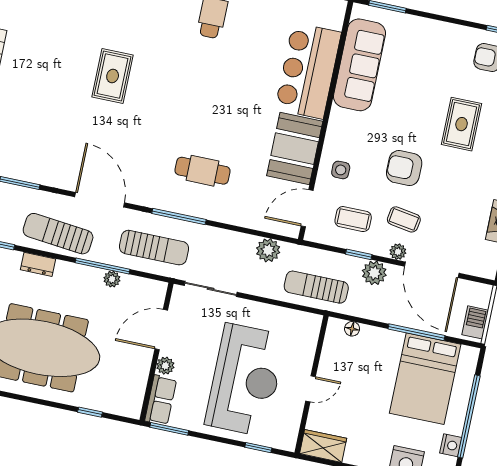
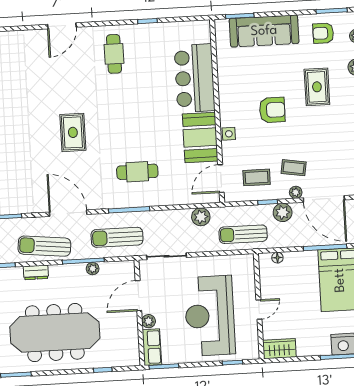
sofa: (360, 65) -> (264, 31), moved, turned 90
rug: (113, 76) -> (73, 132), moved
armchair: (404, 168) -> (272, 110), moved, turned 180
side table: (341, 170) -> (229, 134), moved
sun lounger: (154, 248) -> (117, 237), turned 180
reception desk: (245, 380) -> (210, 316), turned 180

